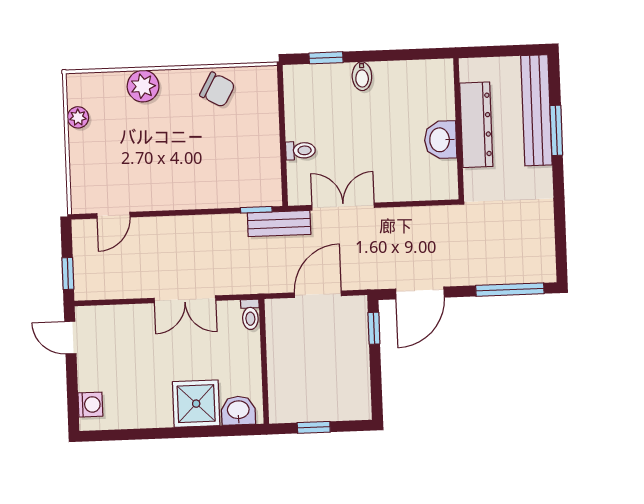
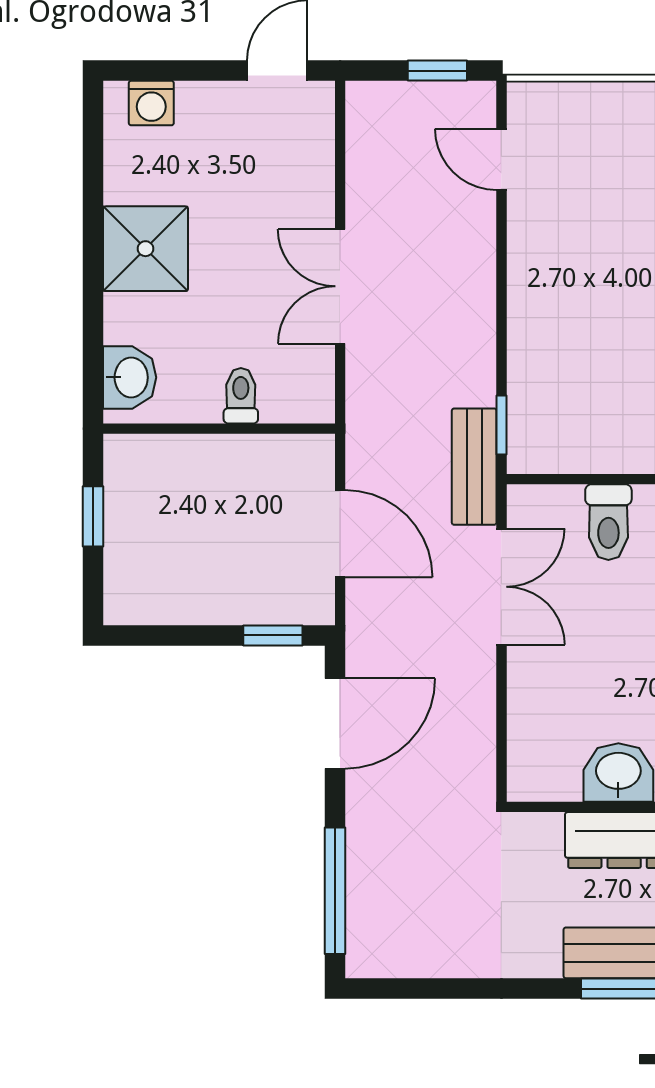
toilet: (300, 150) -> (608, 522), width x1.37, depth x1.39
window: (68, 273) -> (437, 71), moved
door: (420, 293) -> (335, 723), swing flipped
toilet: (250, 315) -> (241, 396), moved, turned 90
shower: (196, 404) -> (145, 249), moved

